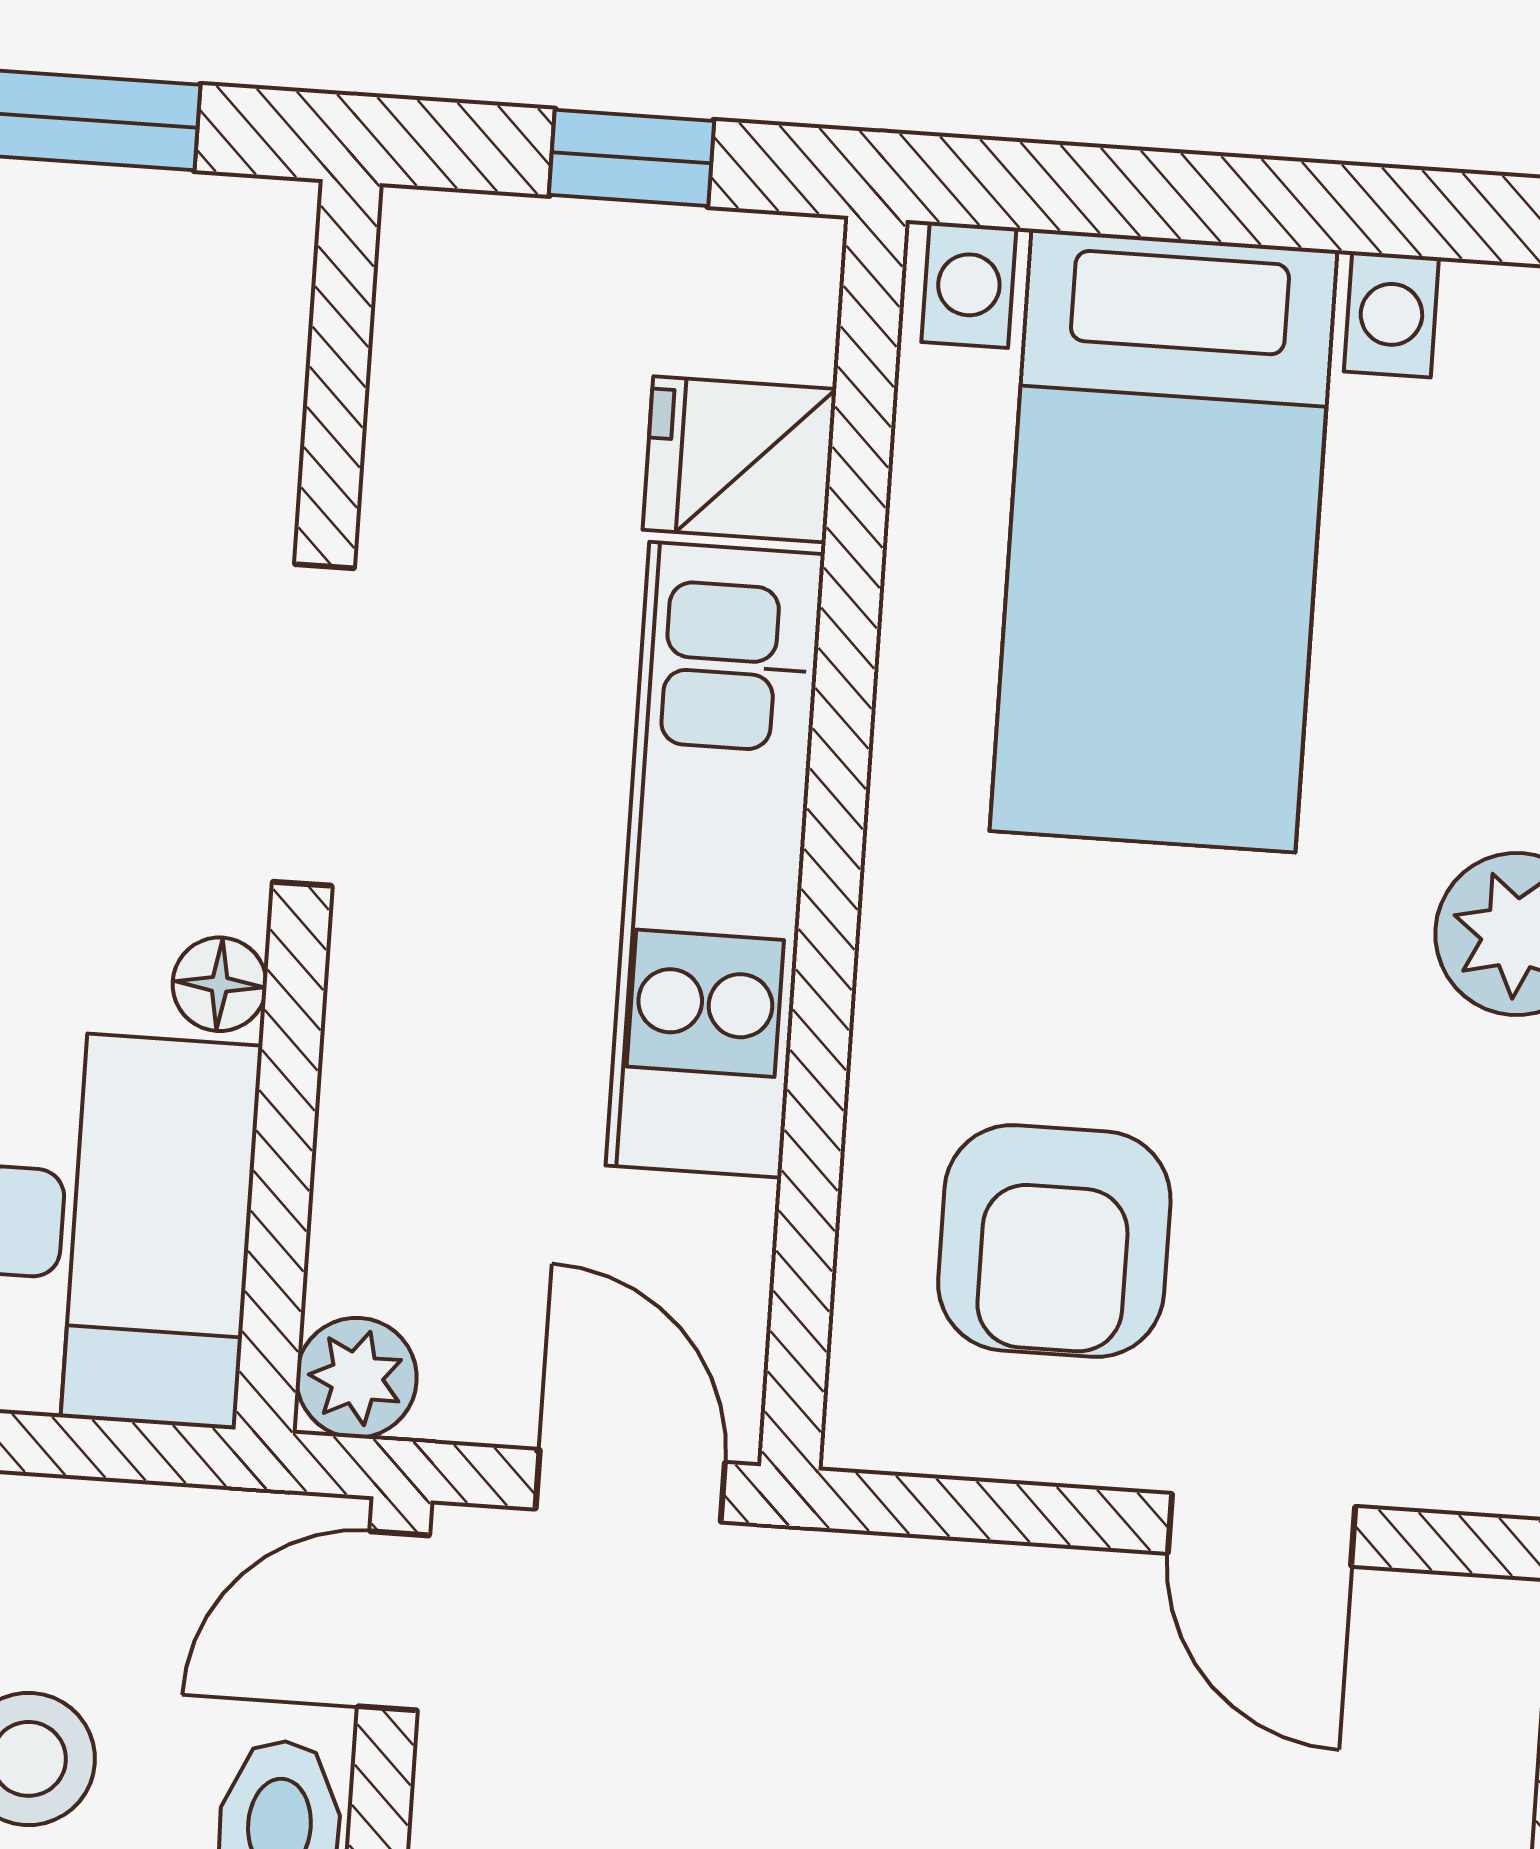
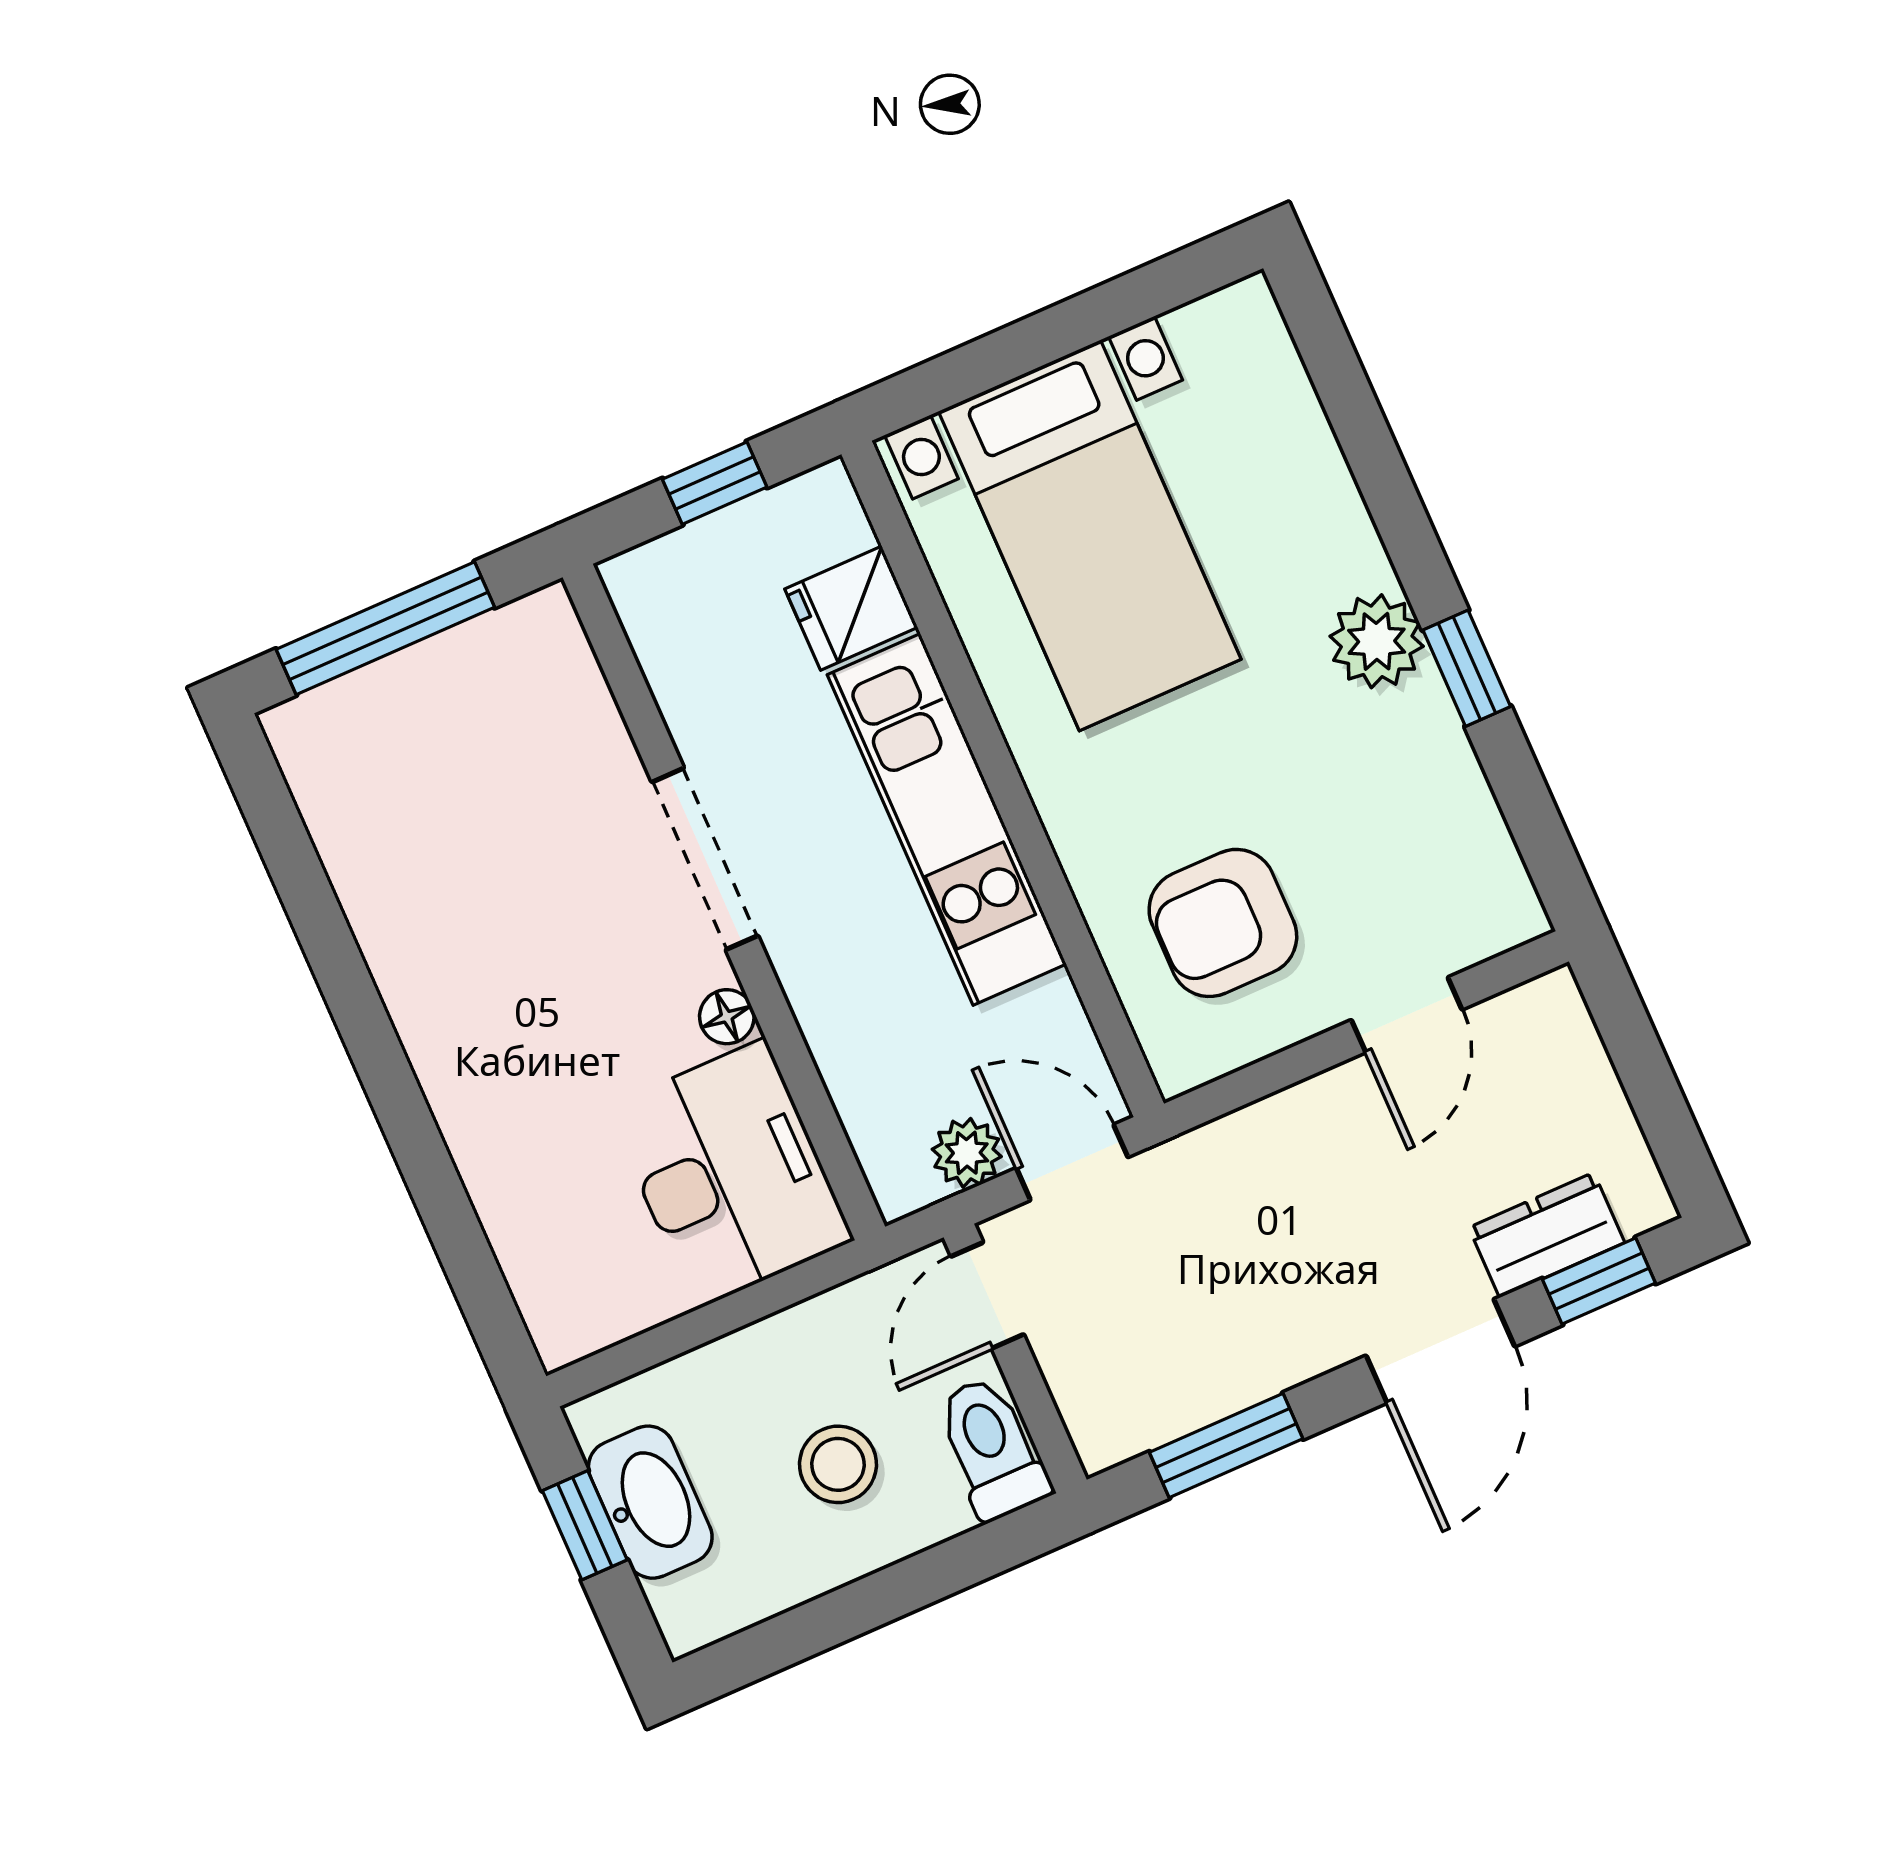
armchair: (1054, 1241) -> (1223, 923), turned 90
plant: (357, 1378) -> (967, 1153), moved
door: (1261, 1530) -> (1407, 1015), hinge flipped

